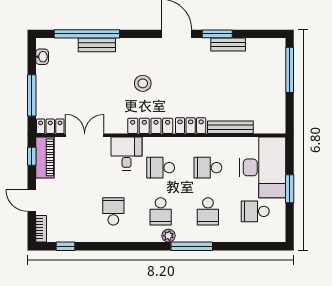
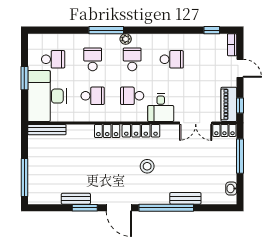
window: (87, 34) -> (166, 208), moved
bench: (230, 127) -> (47, 130), moved
school desk: (161, 168) -> (132, 96), turned 180
school desk: (113, 211) -> (172, 59), turned -90

